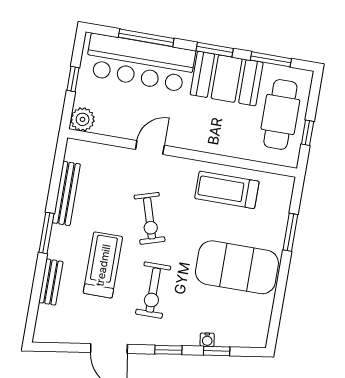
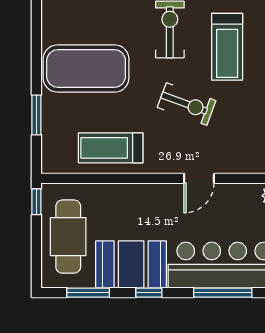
window: (215, 50) -> (149, 293), width x0.67
window: (308, 133) -> (36, 202), moved
treadmill: (227, 190) -> (111, 148), turned 180
exercise bike: (150, 218) -> (187, 104), turned 127

